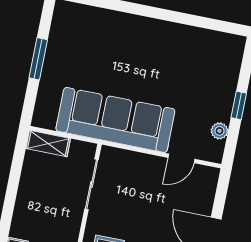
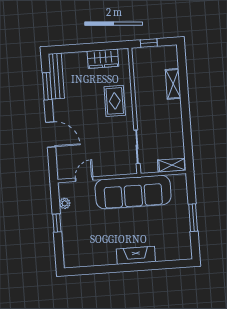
fireplace: (137, 27) -> (136, 255), added

